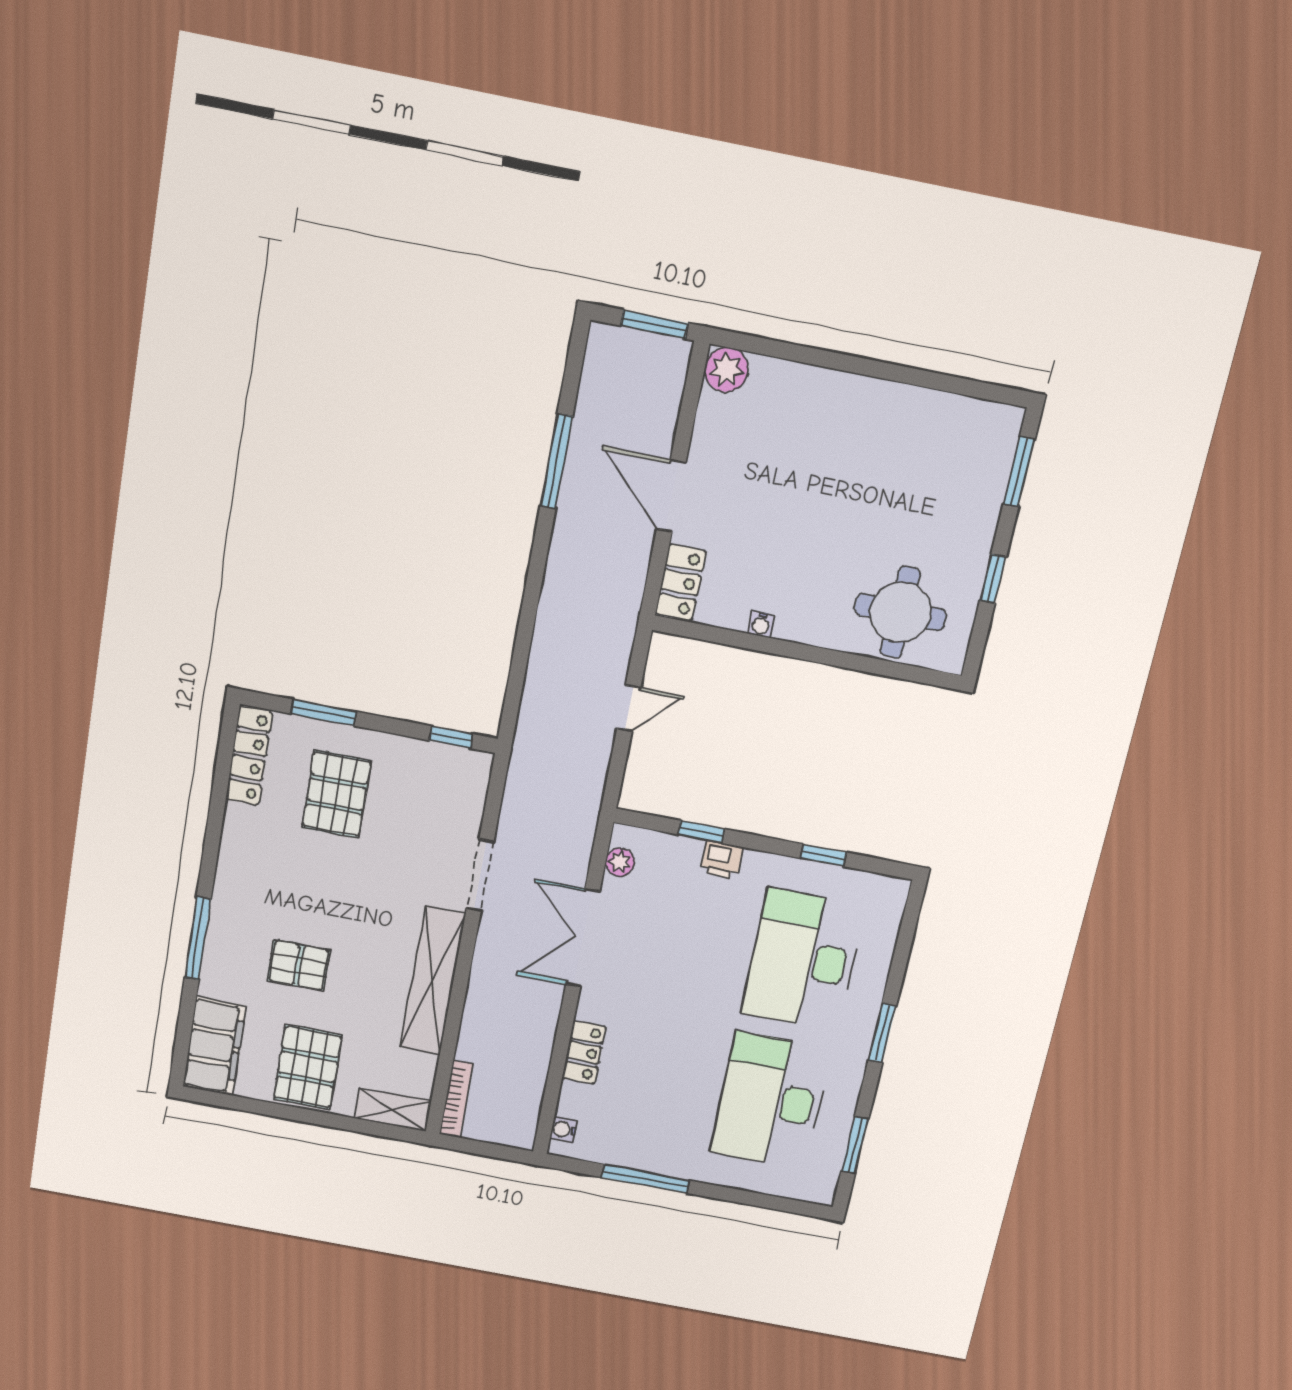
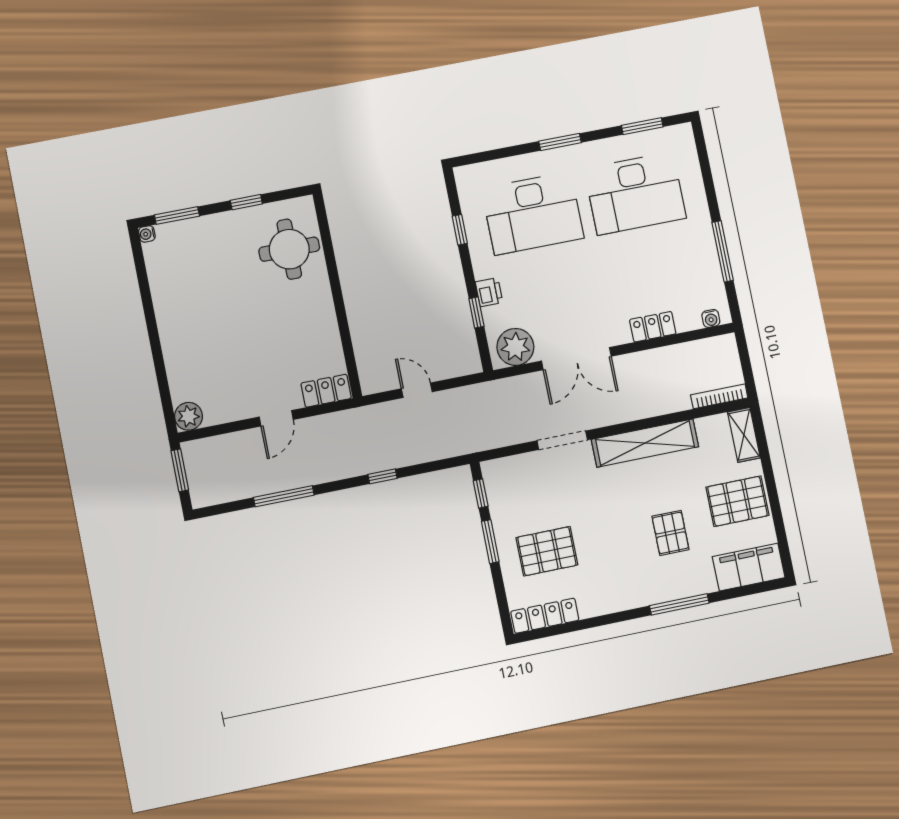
door: (671, 496) -> (276, 418), width x0.73
window: (529, 612) -> (382, 476), added
water cooler: (761, 624) -> (147, 234), moved, turned 180
window: (324, 713) -> (490, 542), moved
plant: (620, 862) -> (515, 347), width x1.87, depth x1.87

